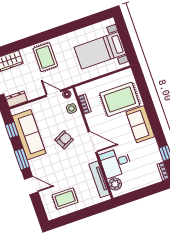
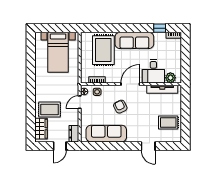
rug: (45, 57) -> (50, 110), moved
sofa: (140, 124) -> (134, 40), width x1.36
window: (12, 130) -> (98, 146), removed
window: (22, 159) -> (124, 146), removed
door: (31, 186) -> (148, 146), swing flipped
rug: (65, 199) -> (168, 122), turned 90

